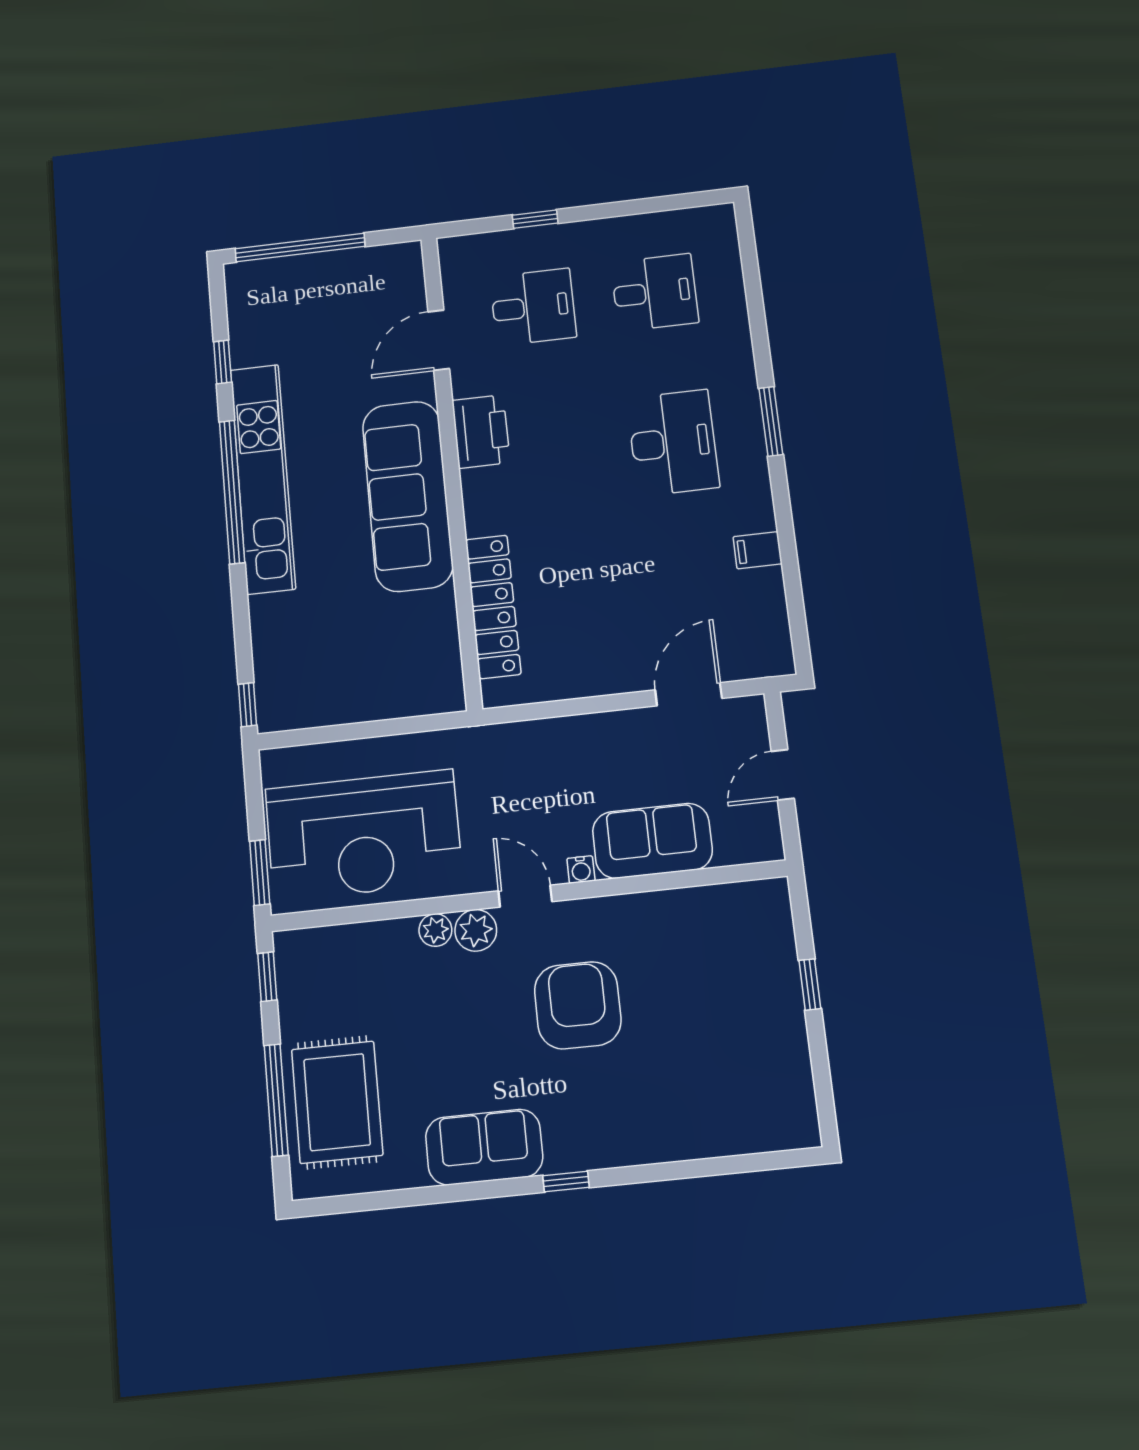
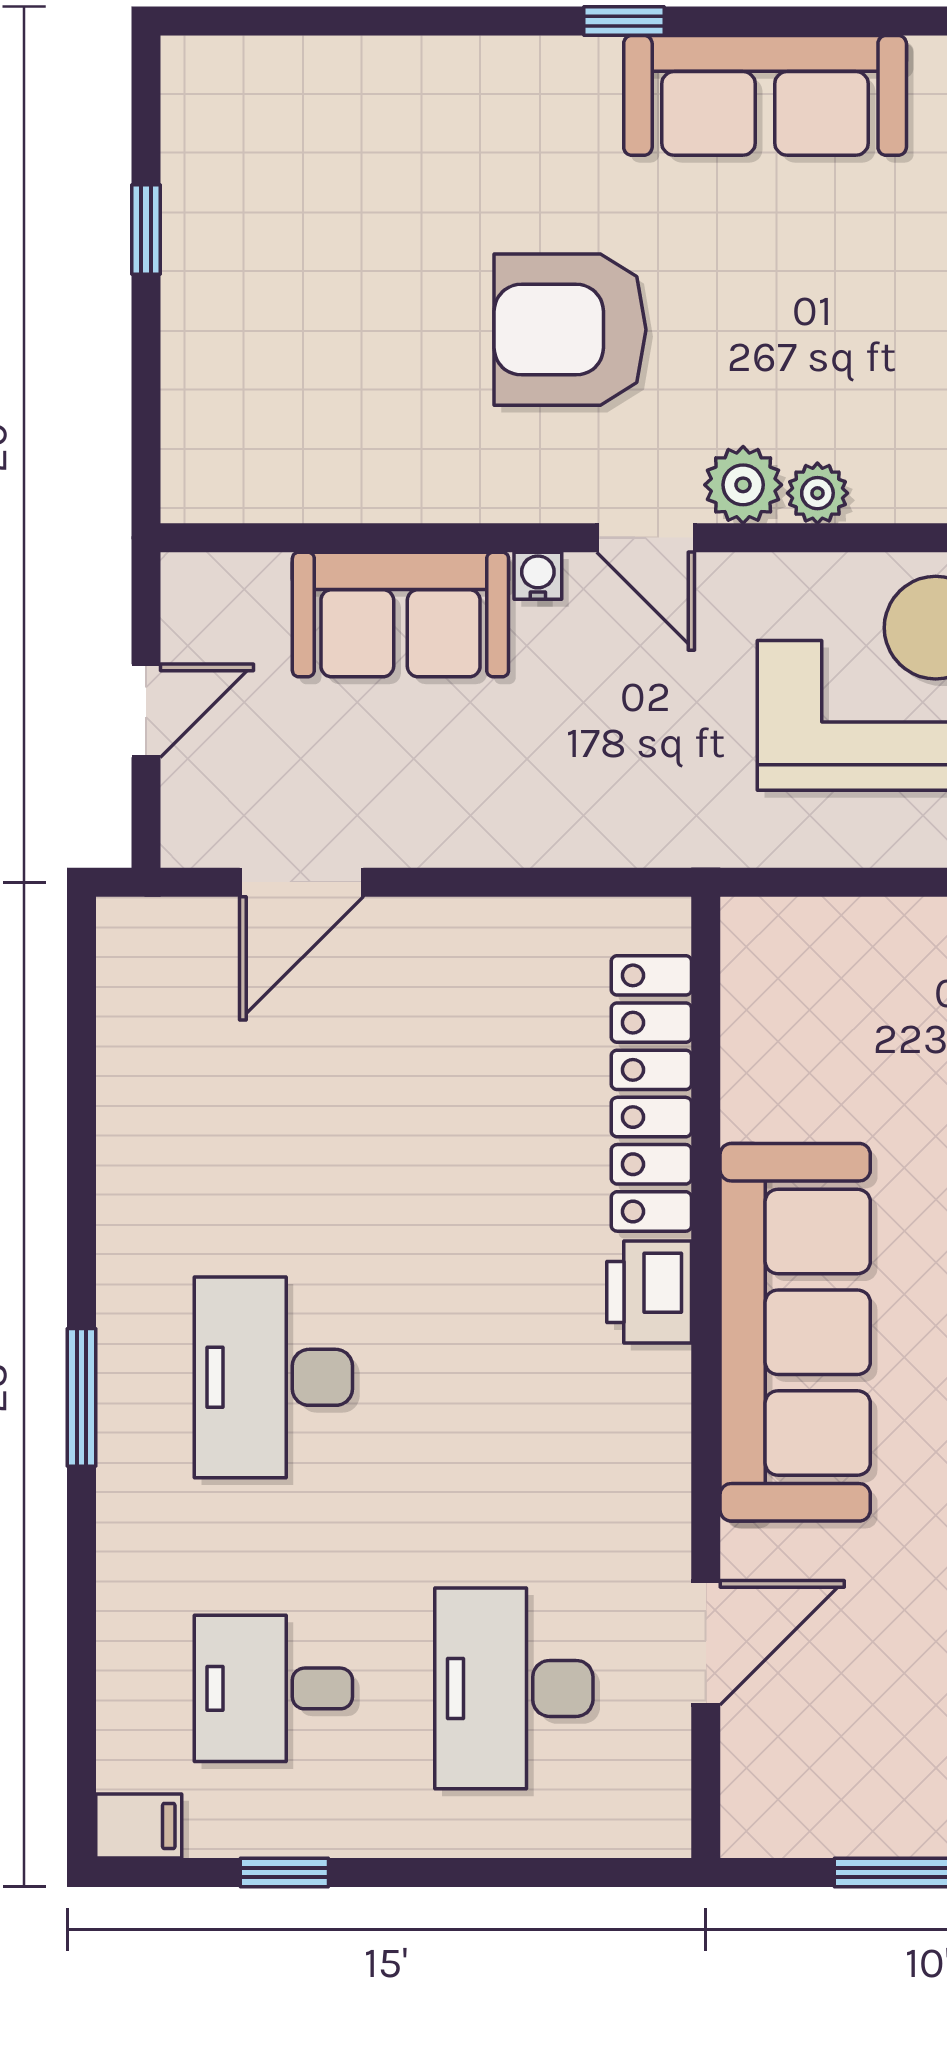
window: (535, 219) -> (284, 1873), moved
desk: (533, 307) -> (514, 1688), width x1.37
printer: (481, 431) -> (649, 1292), moved, width x0.73, depth x0.84
filing cabinet: (758, 550) -> (139, 1826), moved
window: (810, 984) -> (146, 229), moved
armchair: (578, 1005) -> (570, 330), turned 90
sofa: (484, 1147) -> (765, 95), width x1.36

